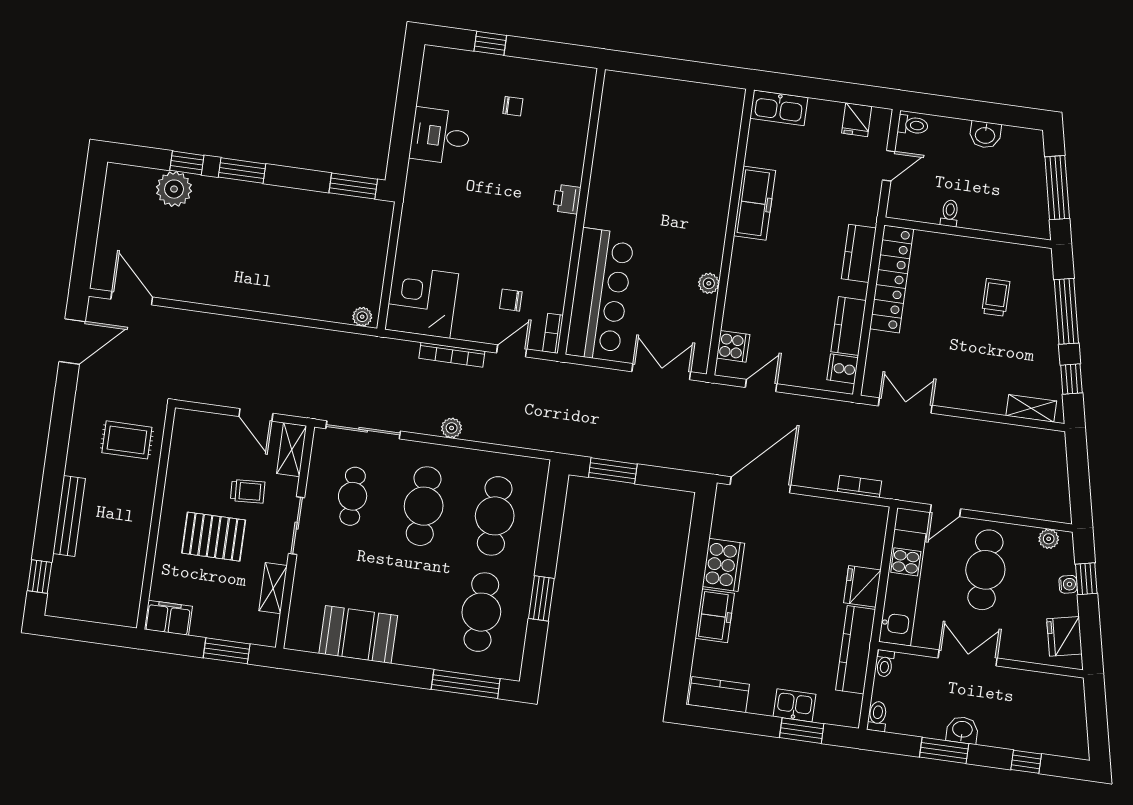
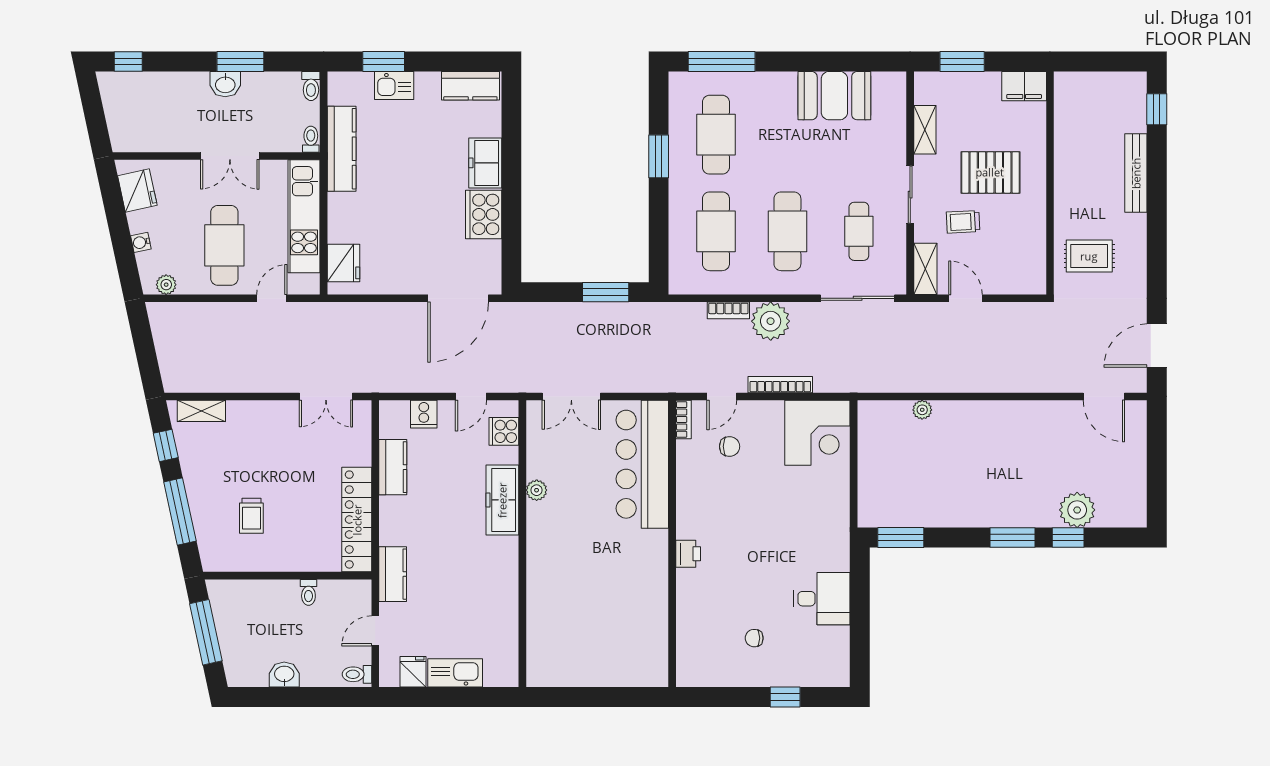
kitchen sink: (779, 108) -> (455, 673), moved
freezer: (755, 203) -> (502, 500), moved
kitchen counter: (859, 253) -> (393, 574), moved
plant: (362, 317) -> (922, 410), moved
cooker: (843, 369) -> (424, 414), moved, turned 90
plant: (452, 428) -> (771, 321), width x1.88, depth x1.88
bookcase: (859, 486) -> (728, 310), moved
window: (1086, 579) -> (124, 250), removed
fridge: (862, 586) -> (344, 263), moved
window: (1026, 762) -> (128, 62), moved

